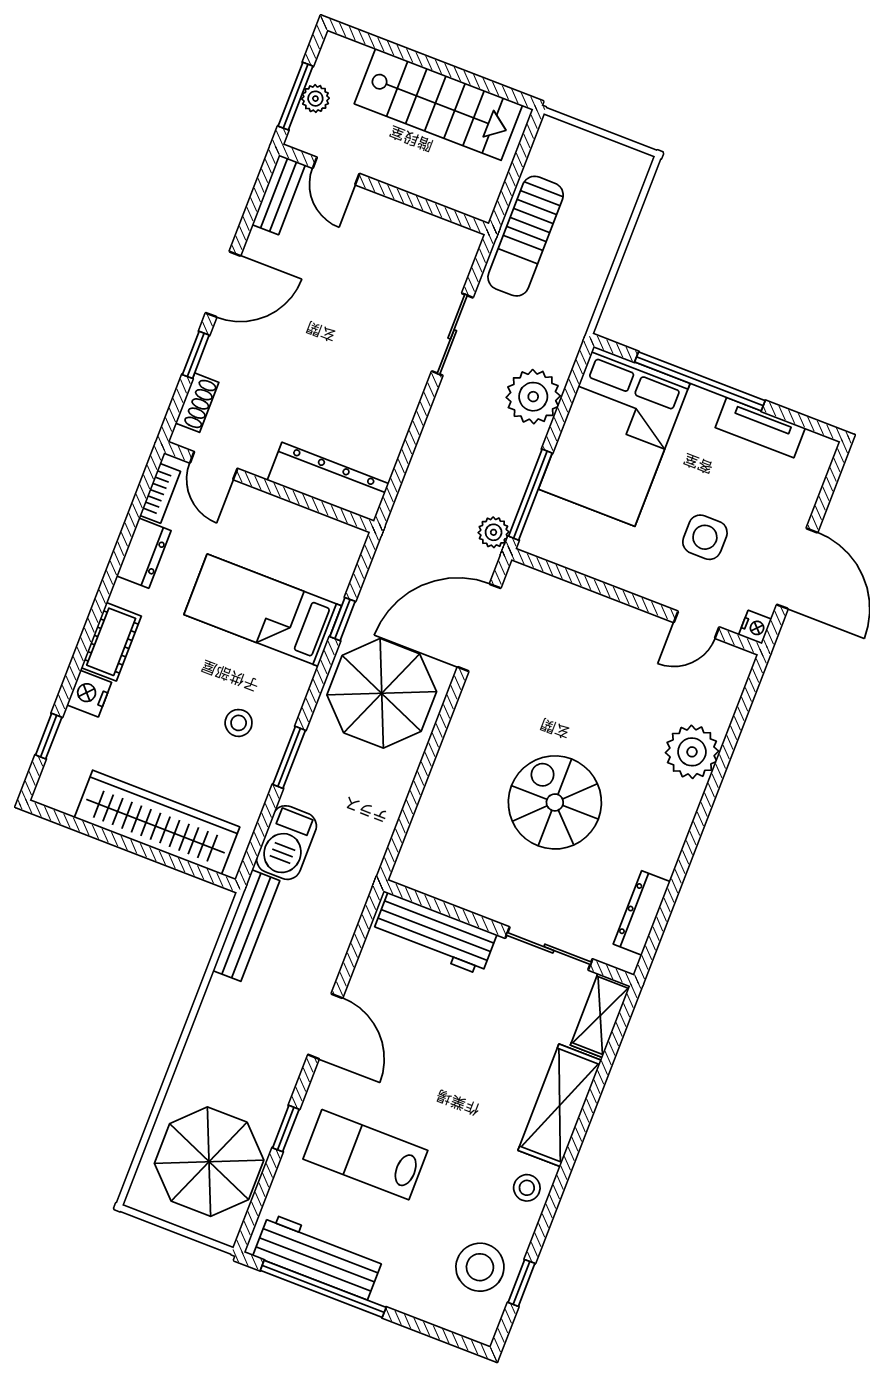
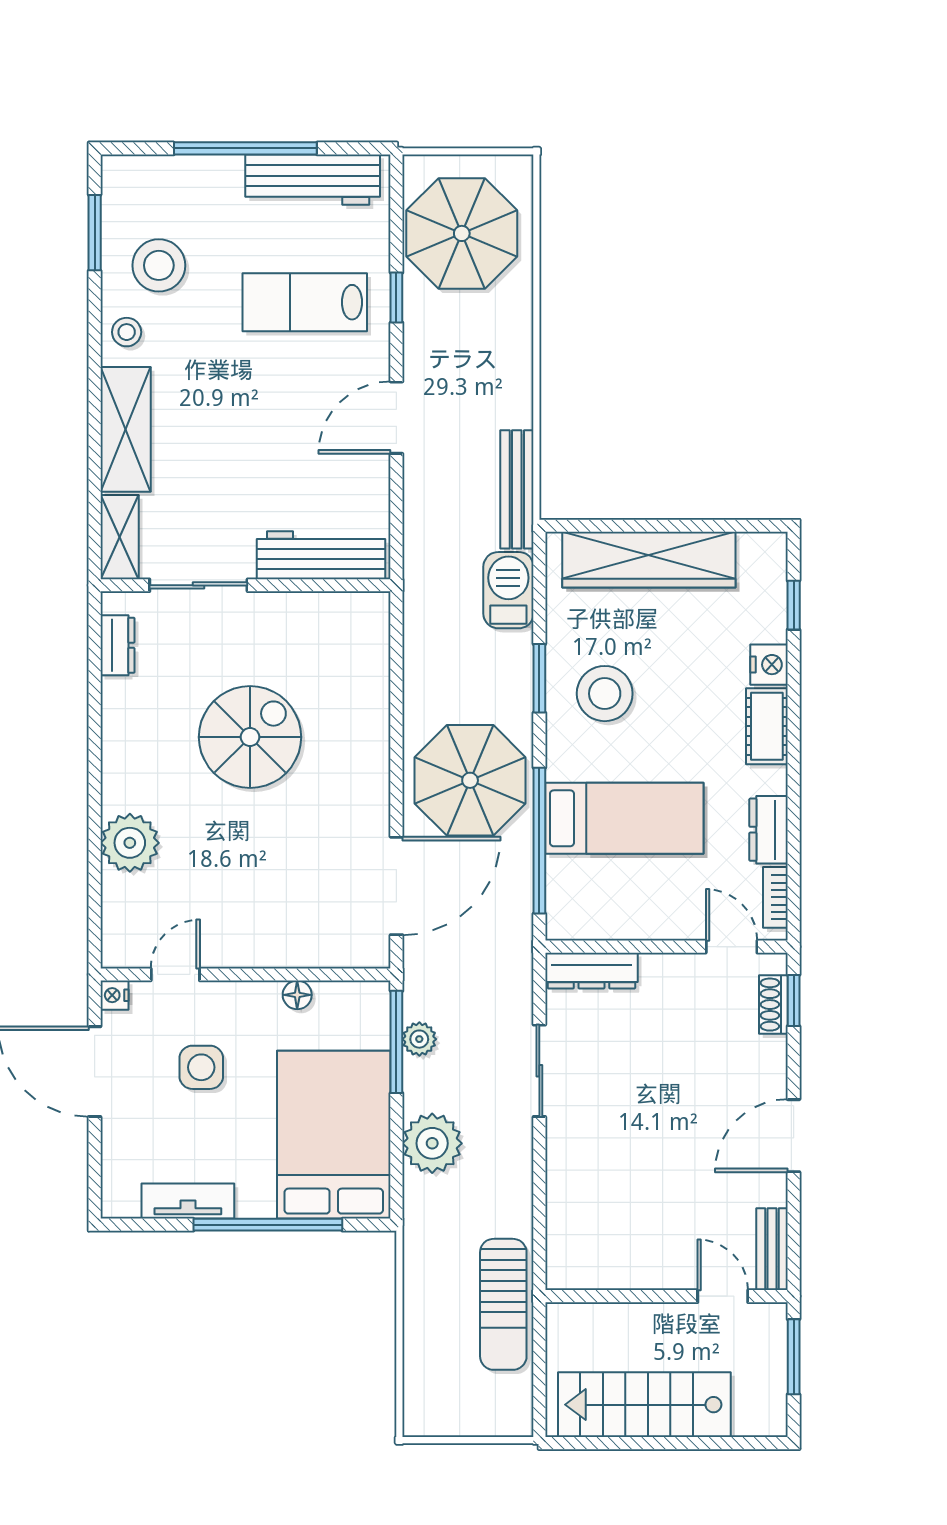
plant: (315, 99) -> (772, 1362), removed
sun lounger: (526, 236) -> (503, 1304), turned 180
sliding door: (452, 334) -> (539, 1071), moved
window: (196, 355) -> (794, 1000), moved
dresser: (328, 482) -> (591, 971), width x0.73, depth x0.80
plant: (494, 532) -> (419, 1039), moved
floor lamp: (599, 567) -> (297, 995), added
window: (342, 619) -> (539, 841), width x3.17
stool: (239, 723) -> (605, 694), width x1.89, depth x1.89
spiral stairs: (555, 802) -> (250, 737), turned -90
dresser: (642, 913) -> (117, 645), width x0.70
door: (325, 1026) -> (396, 418), hinge flipped
lab bench: (365, 1155) -> (305, 302), turned 180
stool: (480, 1267) -> (159, 265), moved
window: (521, 1283) -> (95, 233), width x1.50
window: (323, 1289) -> (245, 148), moved

